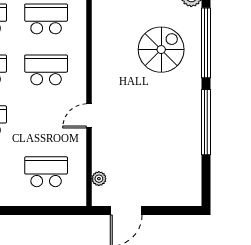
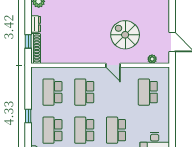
spiral stairs: (161, 50) -> (125, 35), moved

